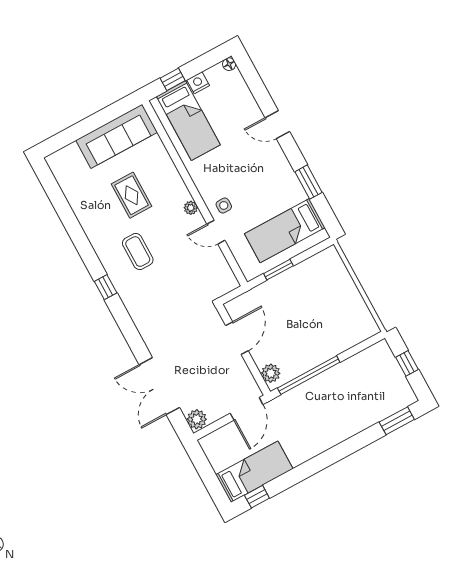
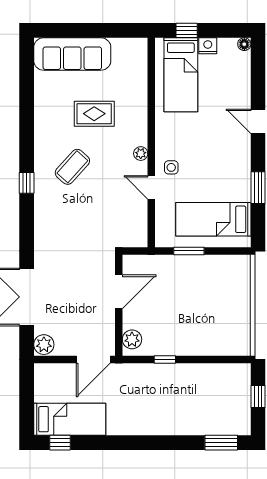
sofa: (117, 136) -> (72, 54), moved
rug: (132, 195) -> (94, 114), turned 90
coffee table: (138, 252) -> (72, 167), turned 42
window: (309, 375) -> (165, 359), width x0.32

